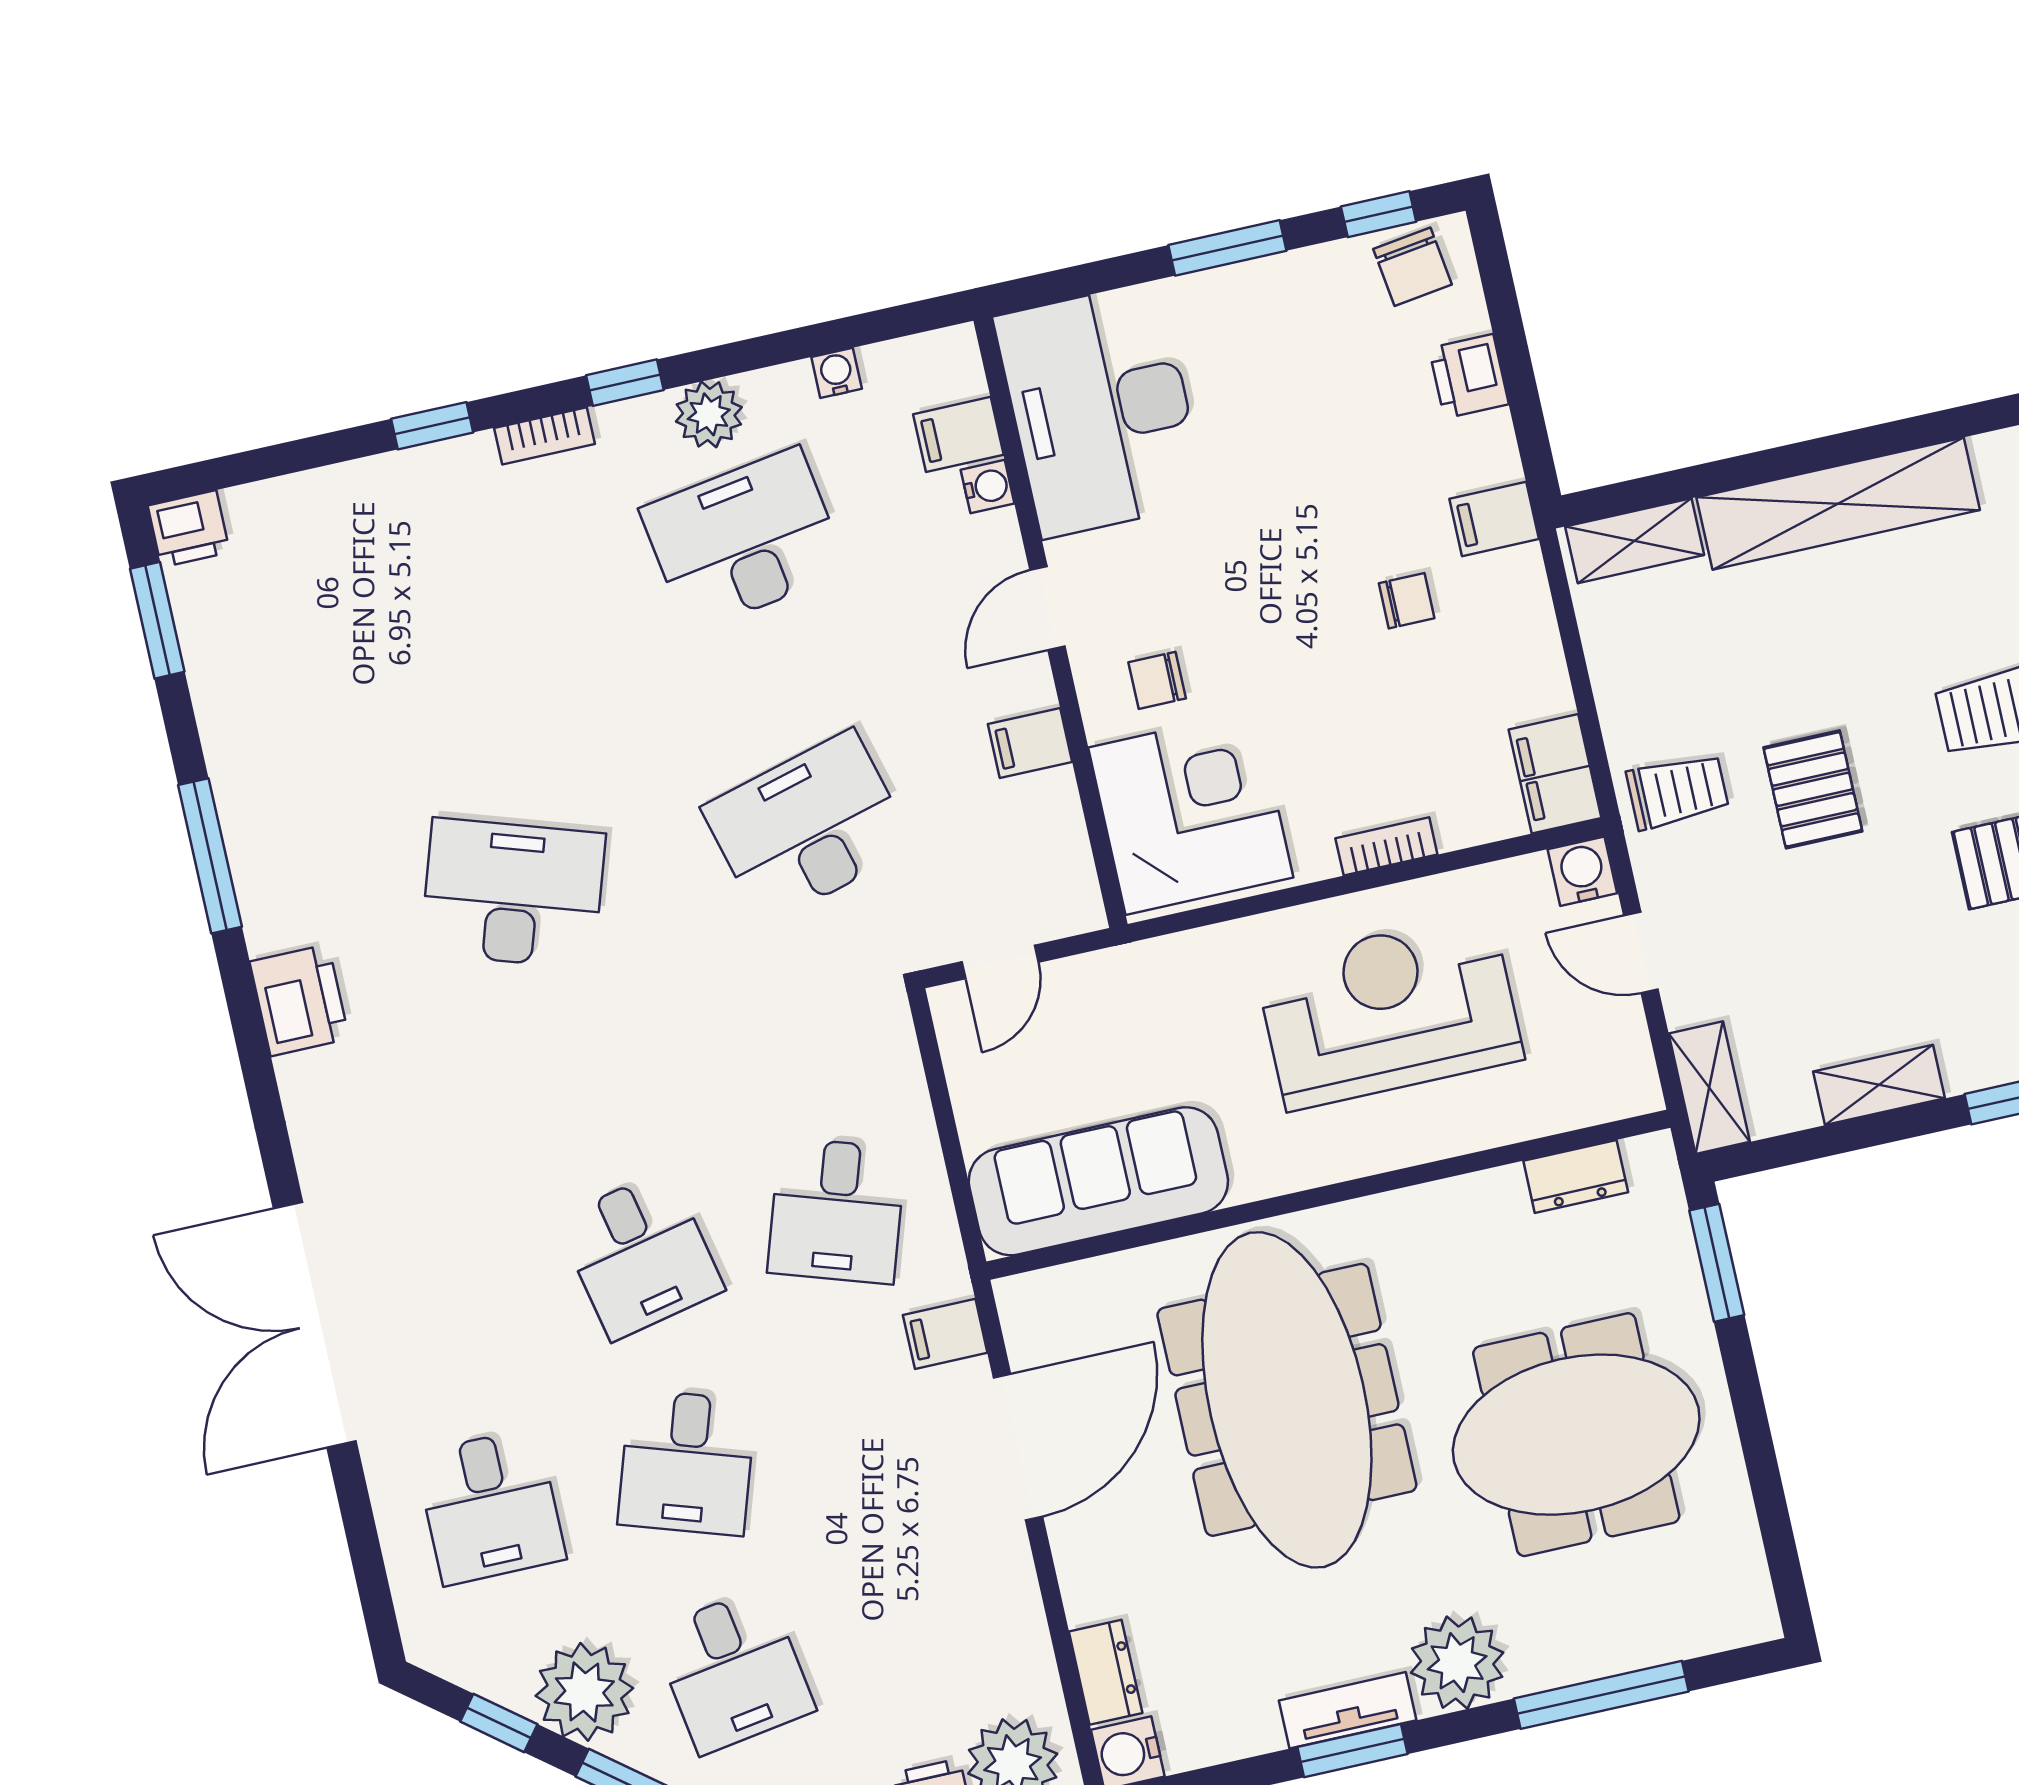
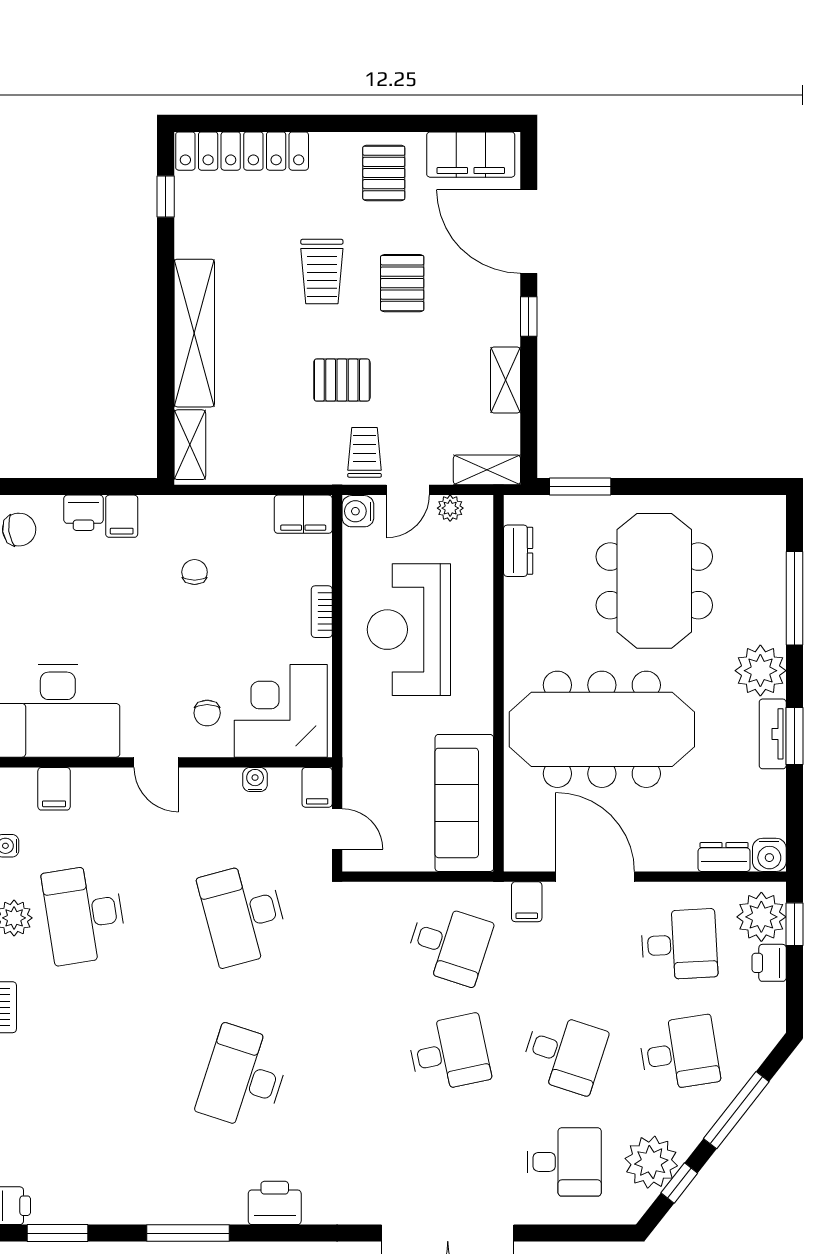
water cooler: (988, 487) -> (255, 780), moved
filing cabinet: (1494, 519) -> (122, 516), moved
filing cabinet: (1030, 743) -> (317, 787), moved
trolley: (1678, 791) -> (364, 452), moved
plant: (1625, 1037) -> (450, 508), added
desk: (930, 1627) -> (679, 944), added
plant: (584, 1692) -> (651, 1162), moved

